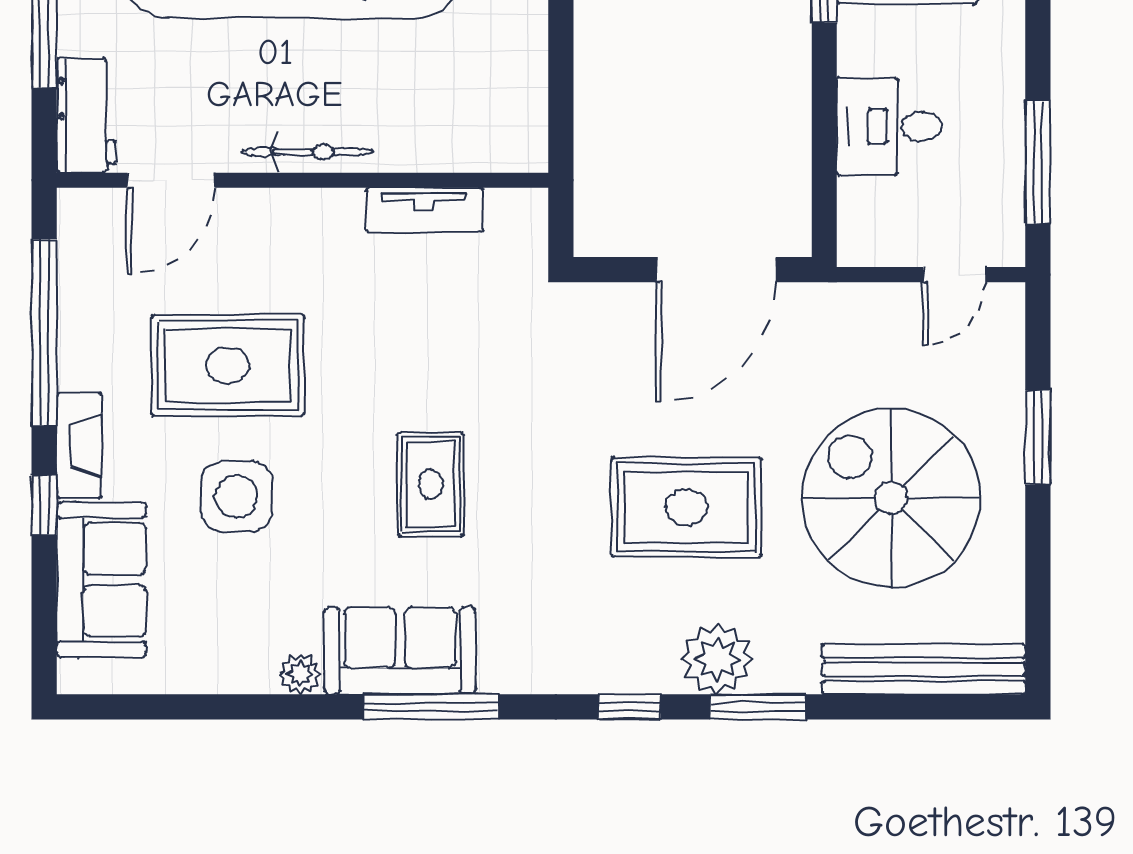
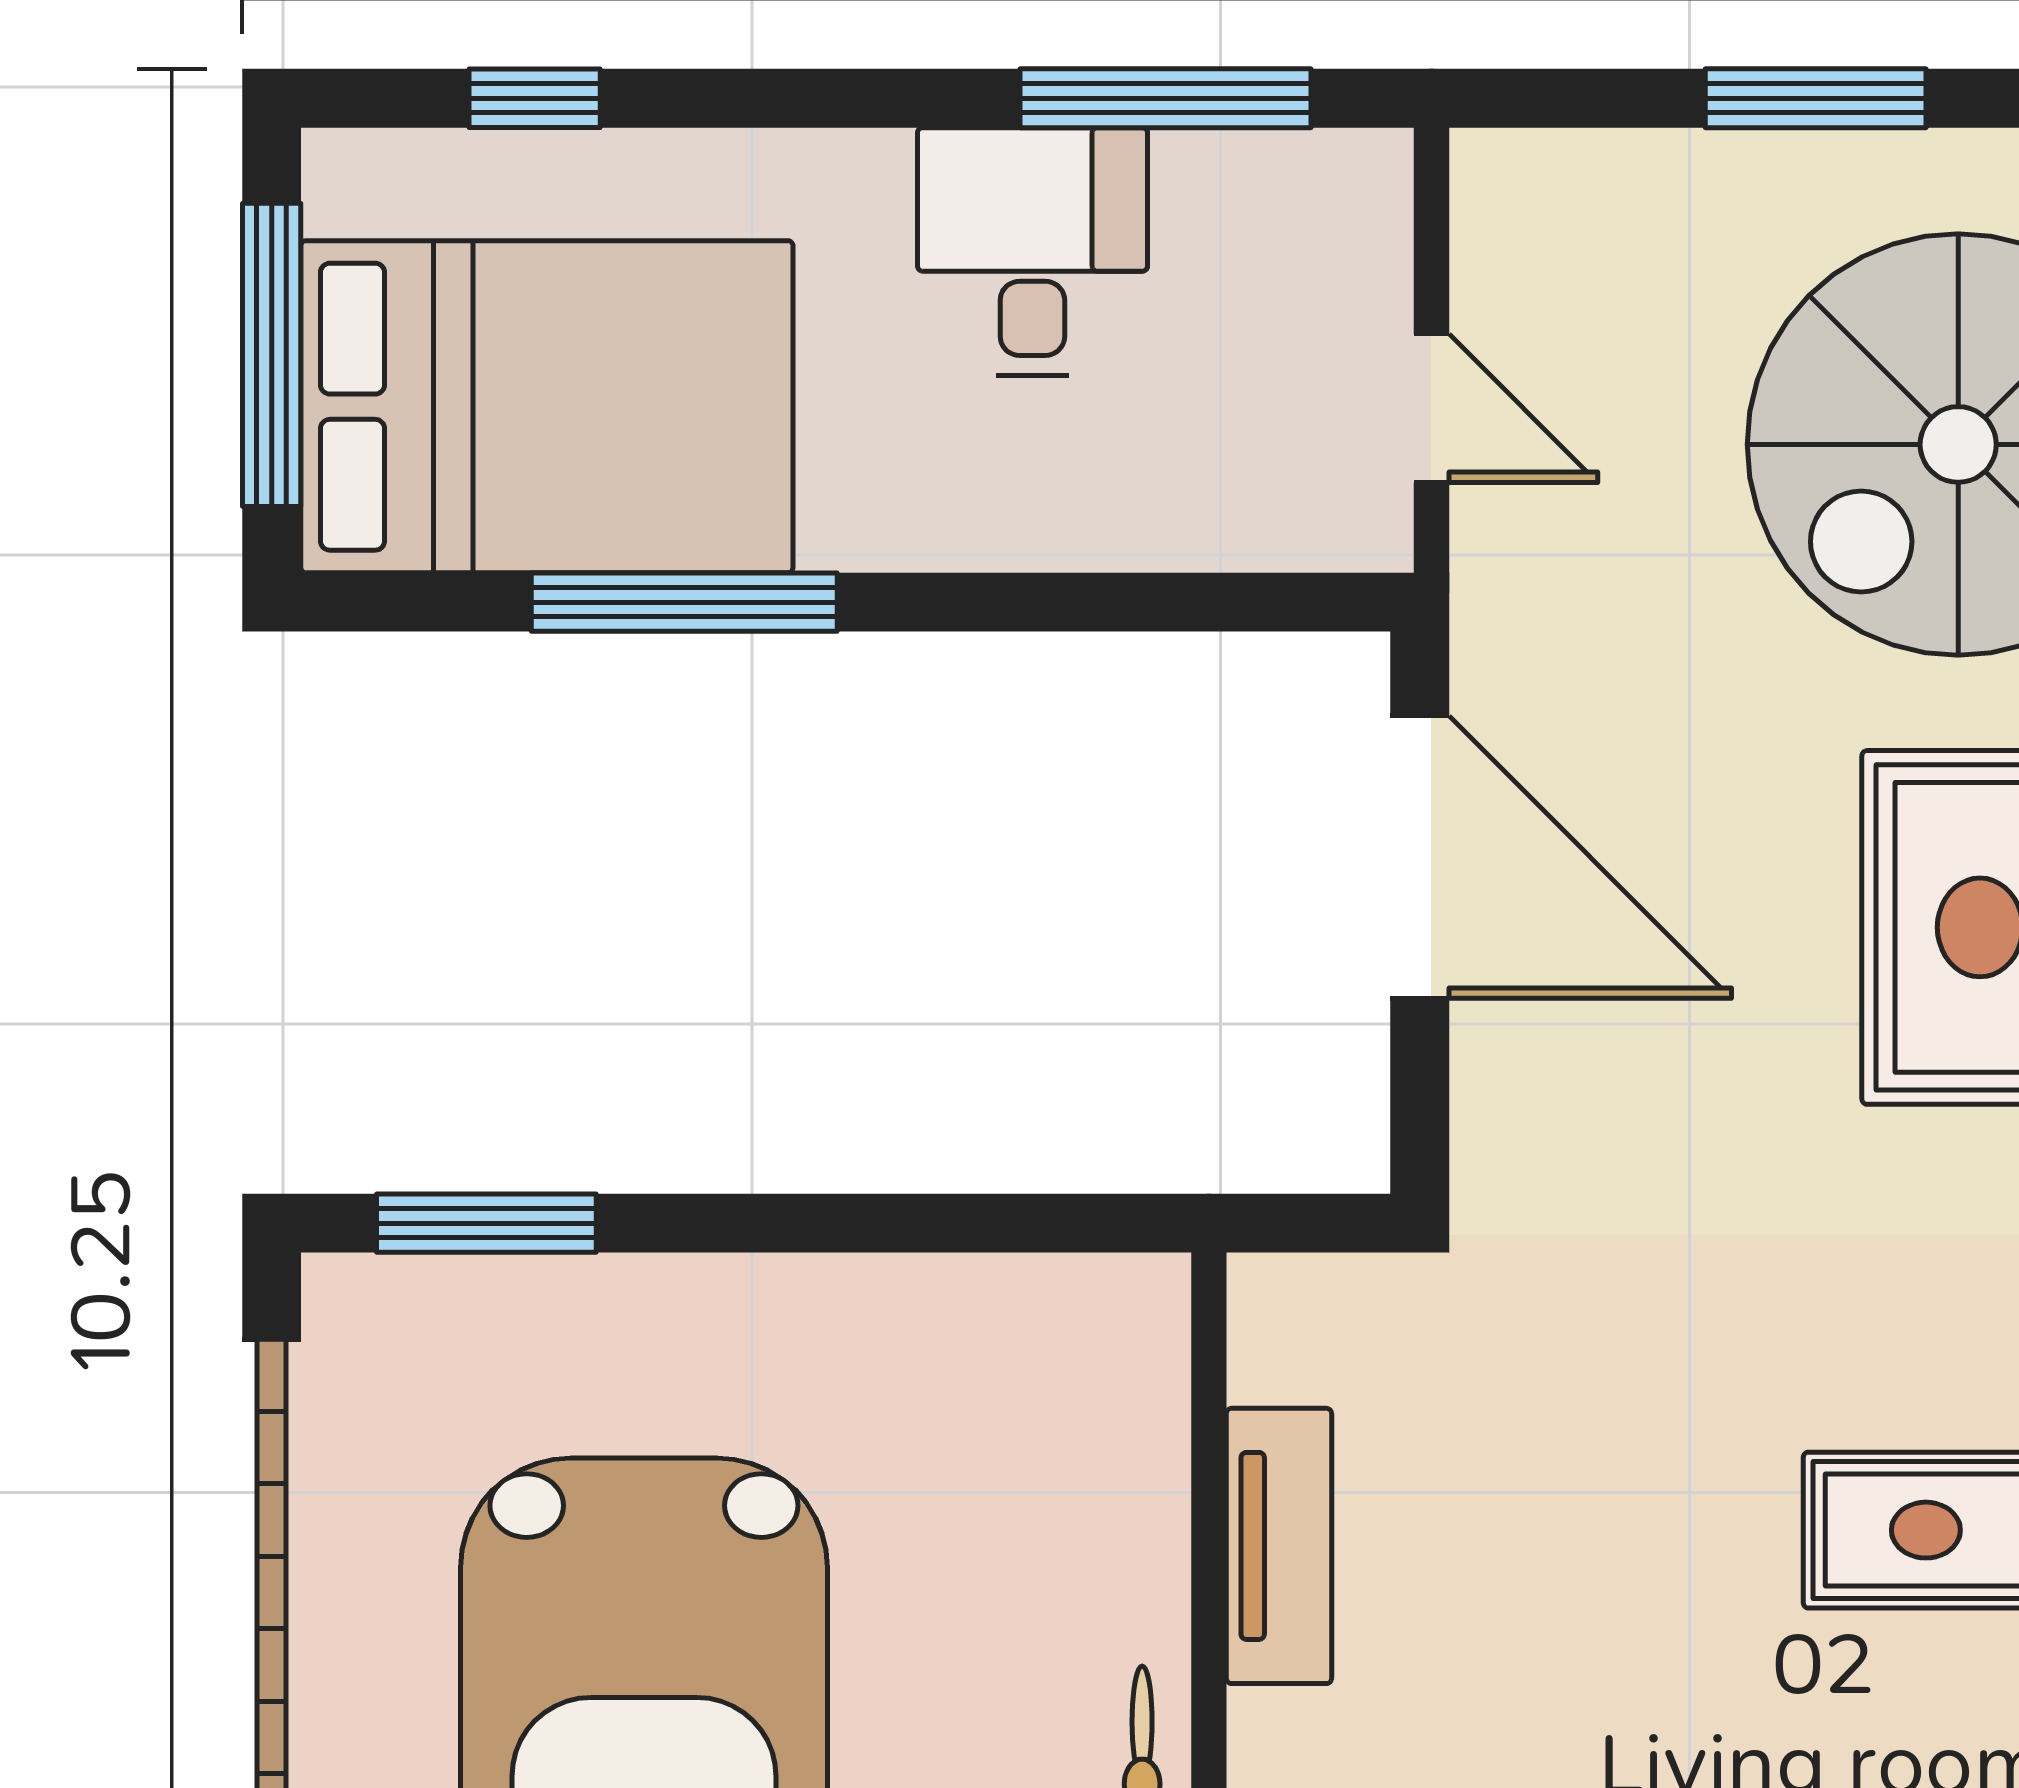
desk: (889, 126) -> (1032, 251), moved, turned 180
door: (954, 275) -> (1431, 408), moved

